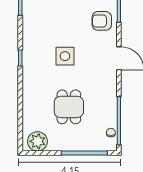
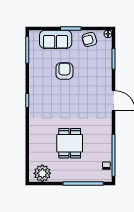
armchair: (102, 21) -> (64, 71), moved, turned 90
side table: (65, 56) -> (66, 99), removed

